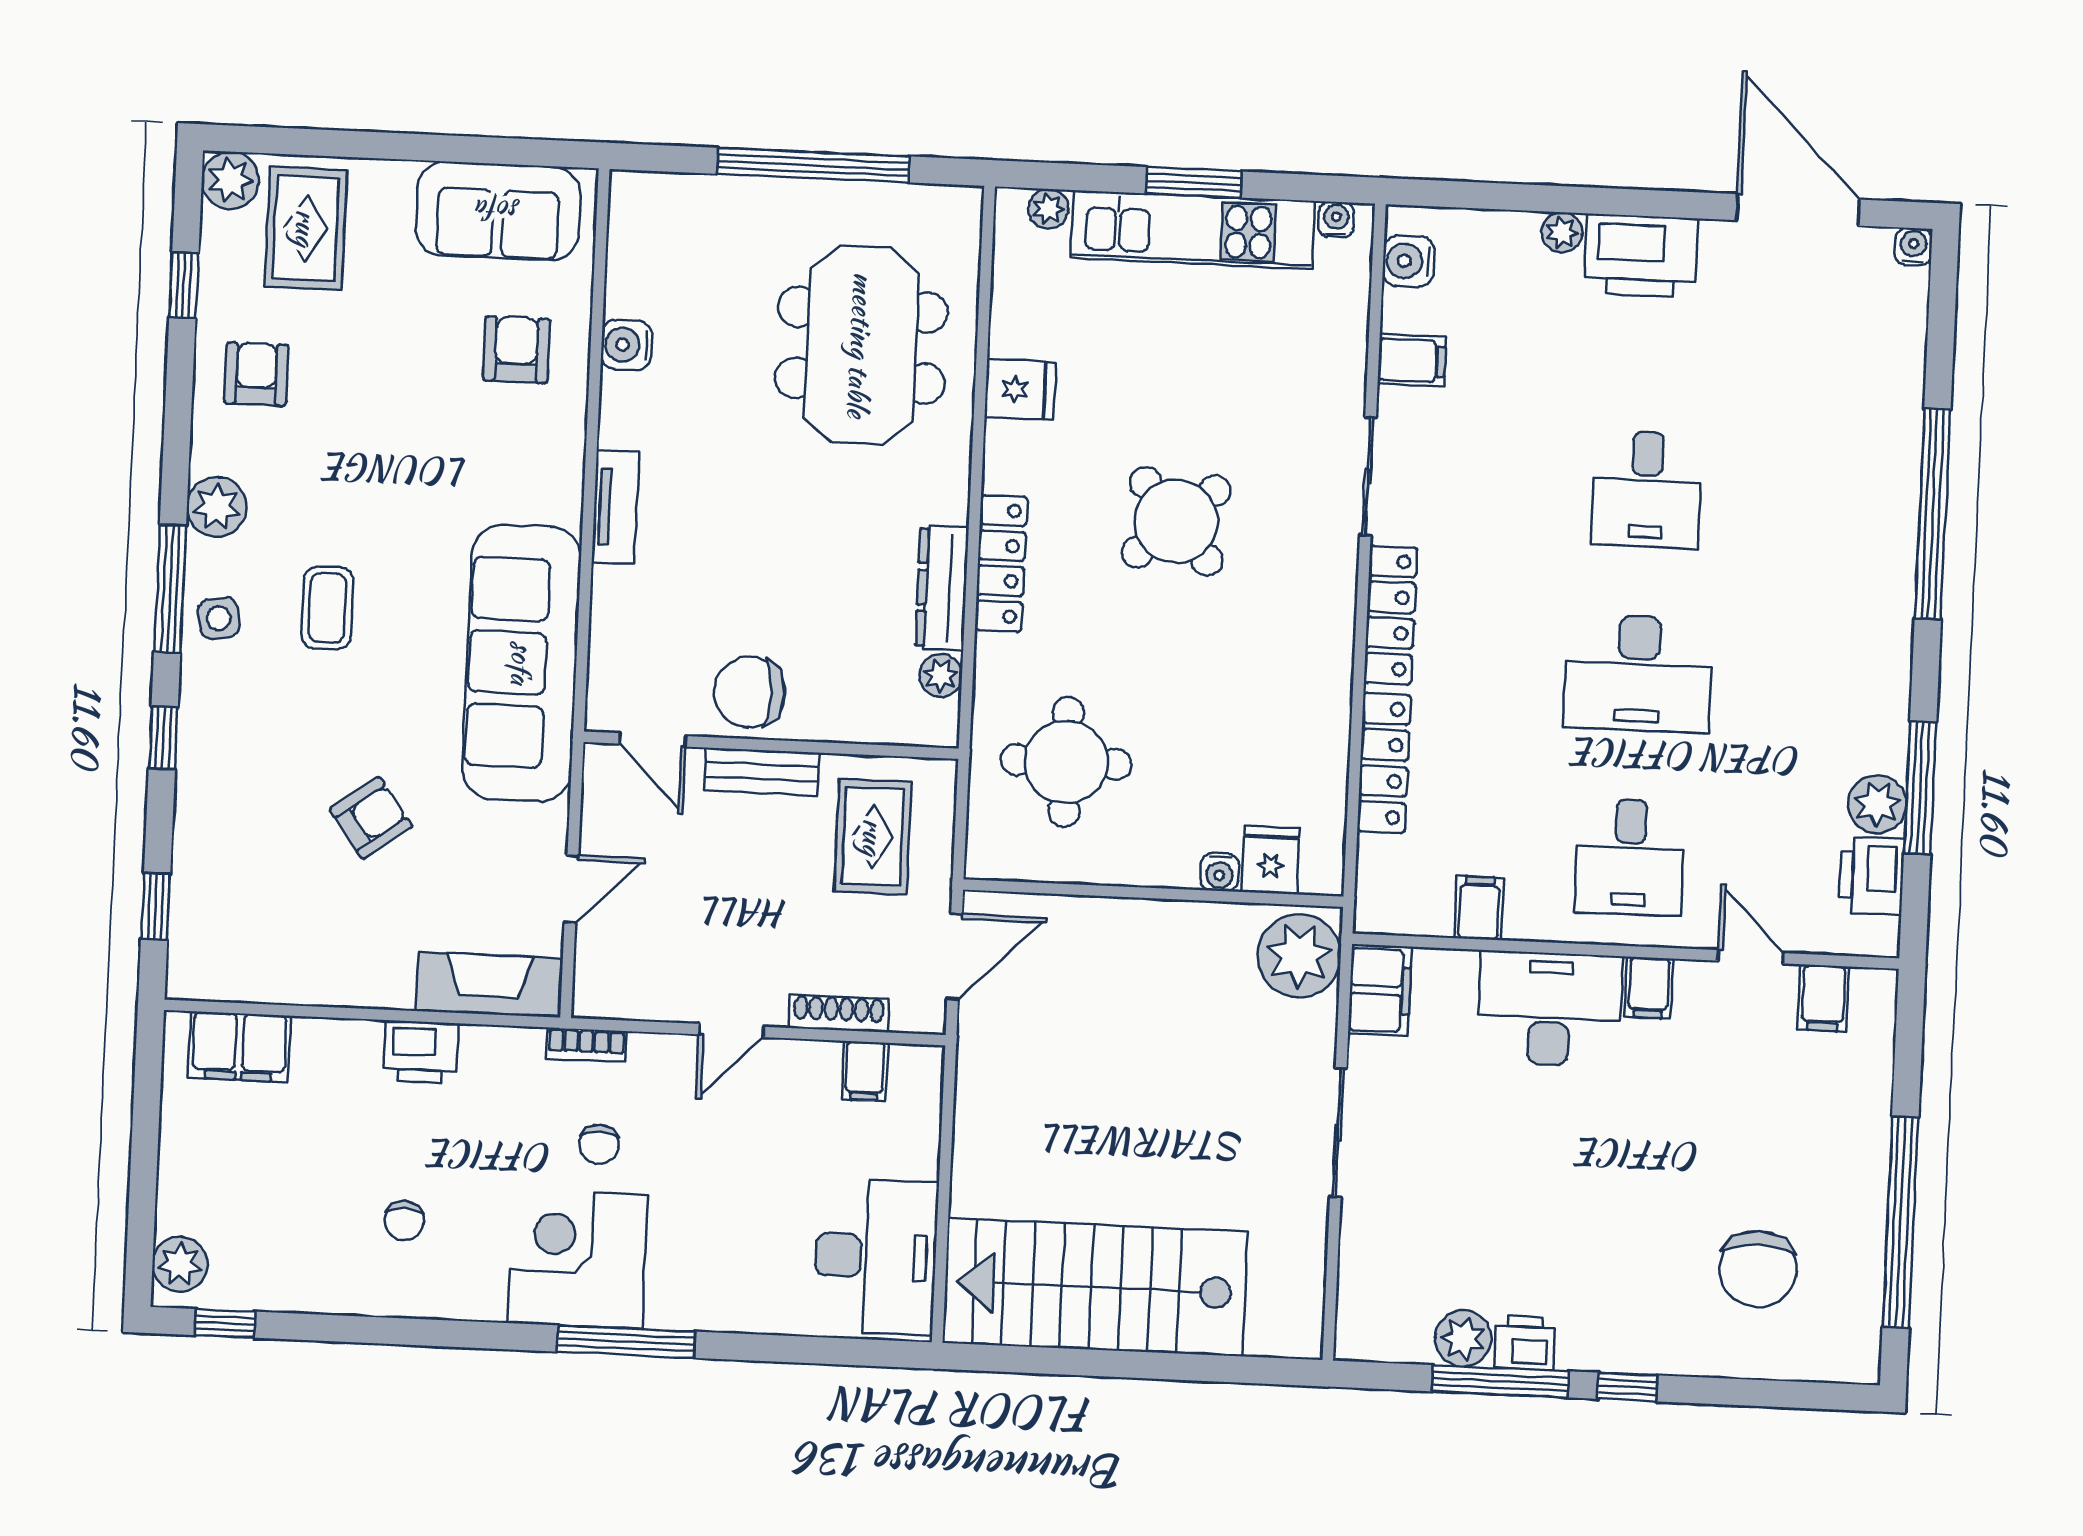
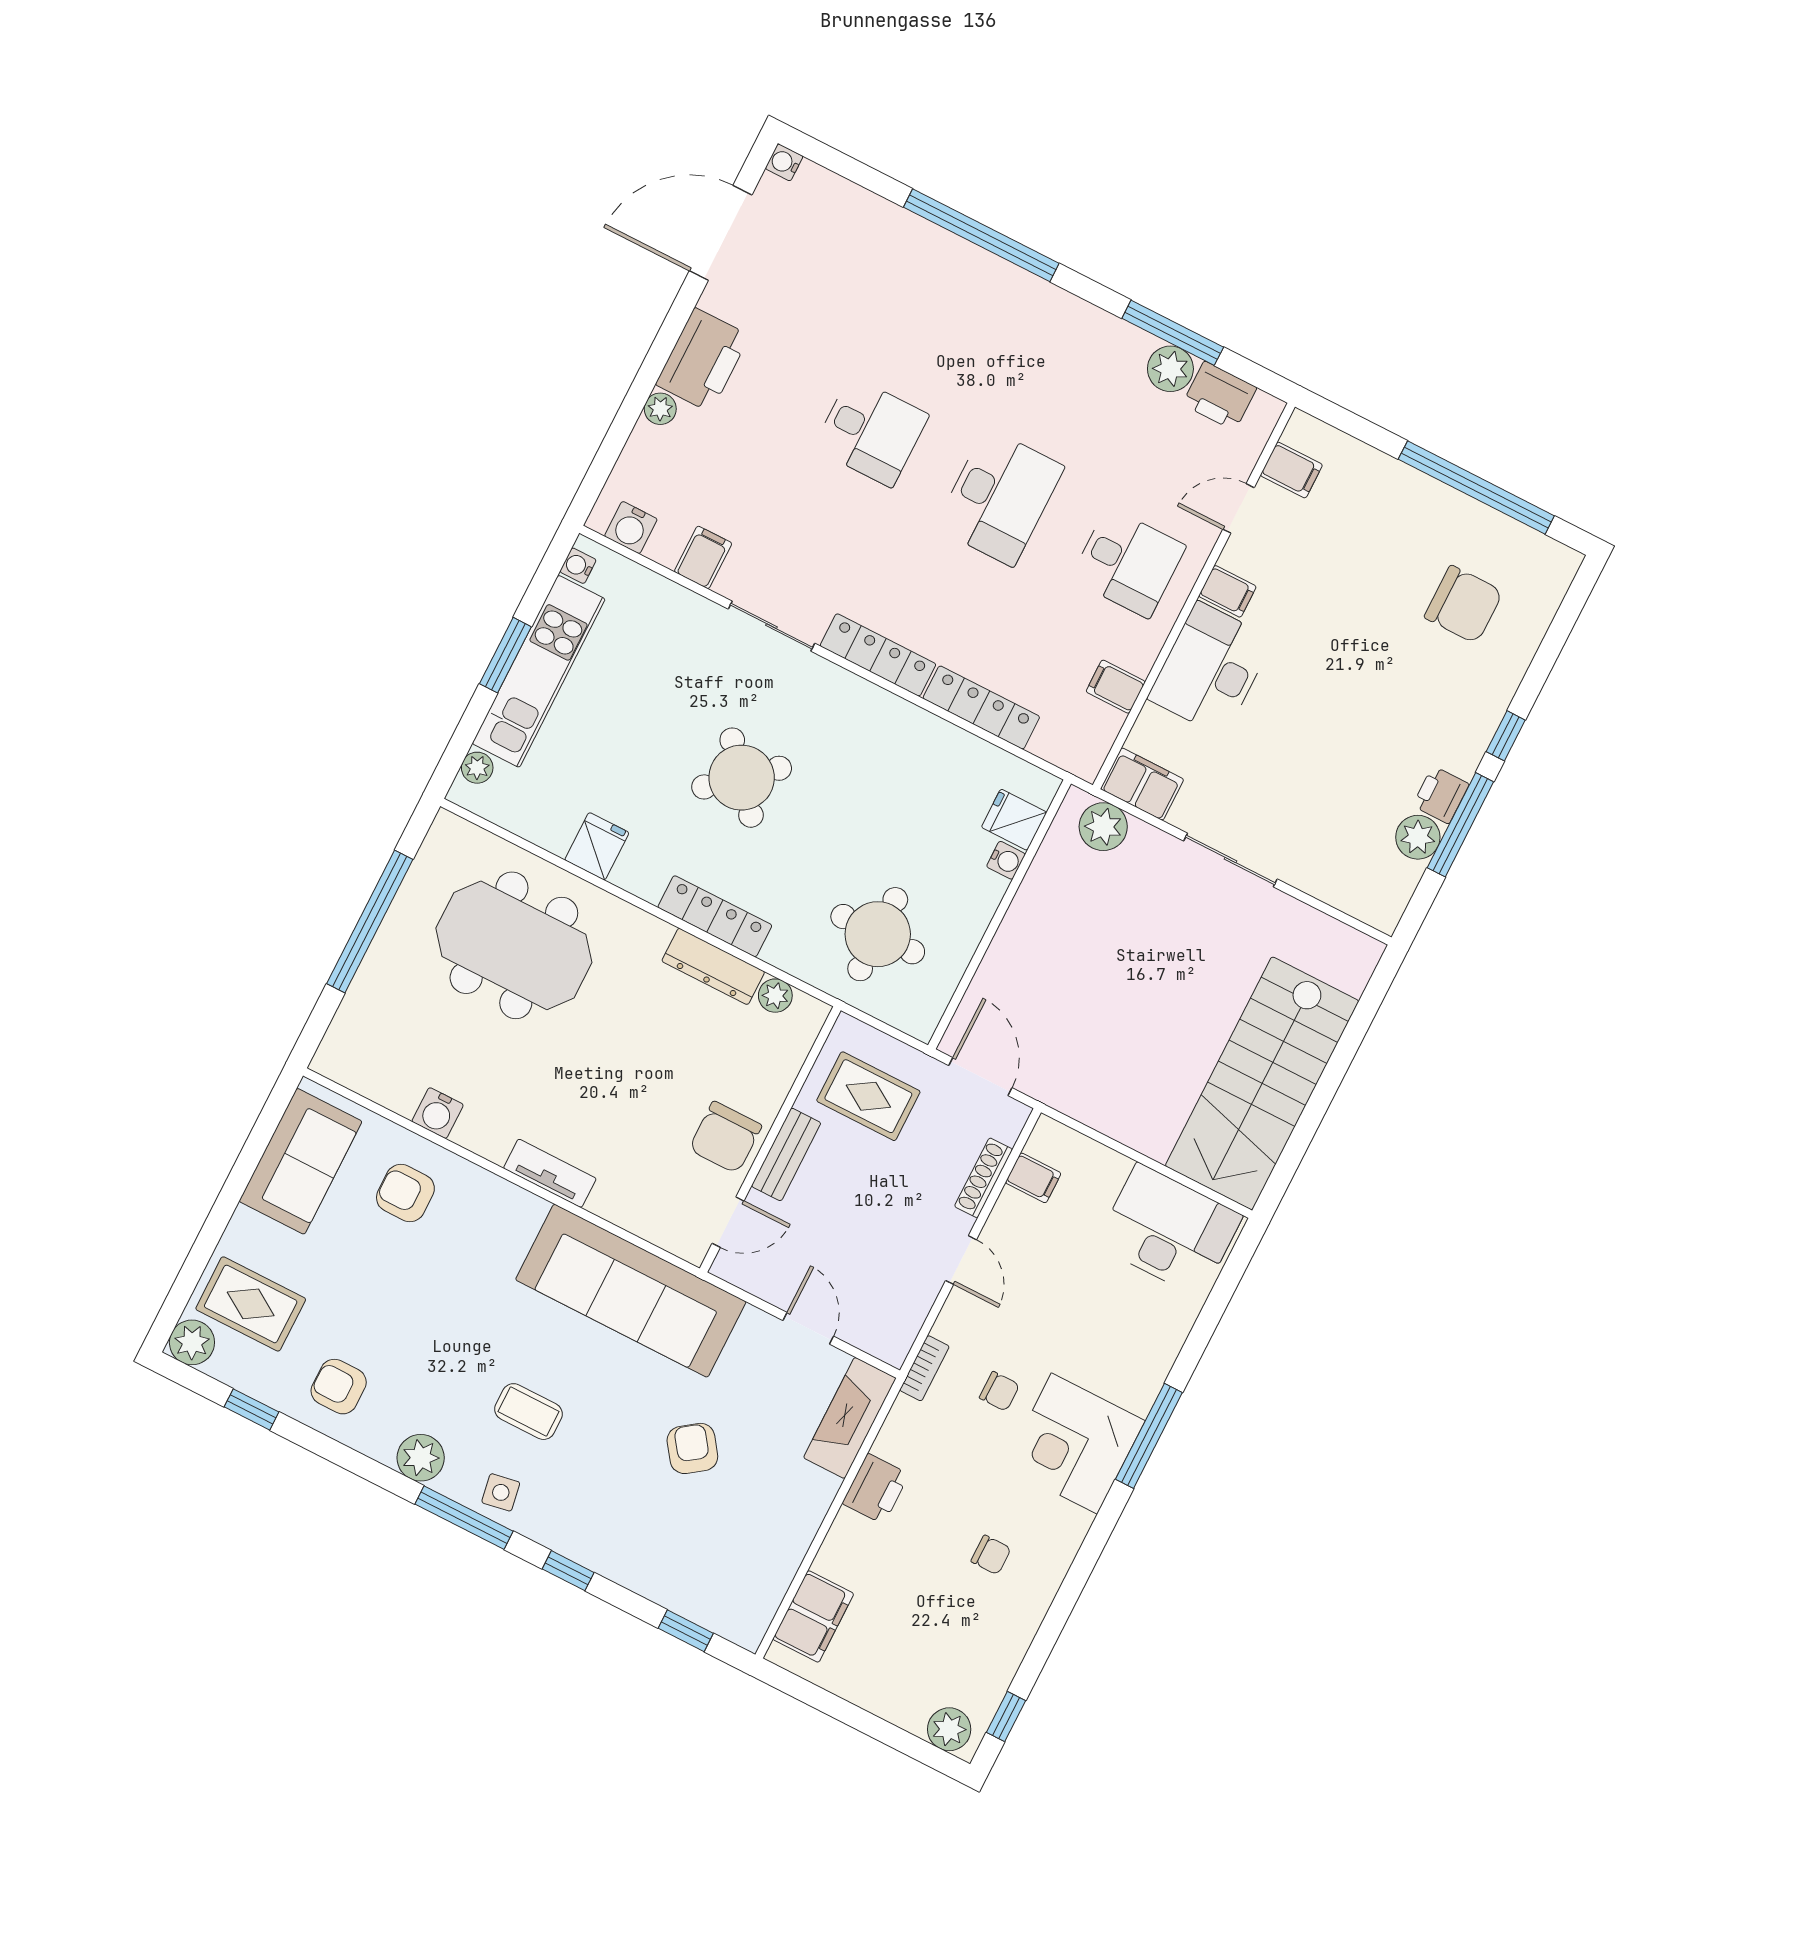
plant: (1299, 956) -> (1103, 827), width x0.73, depth x0.73

